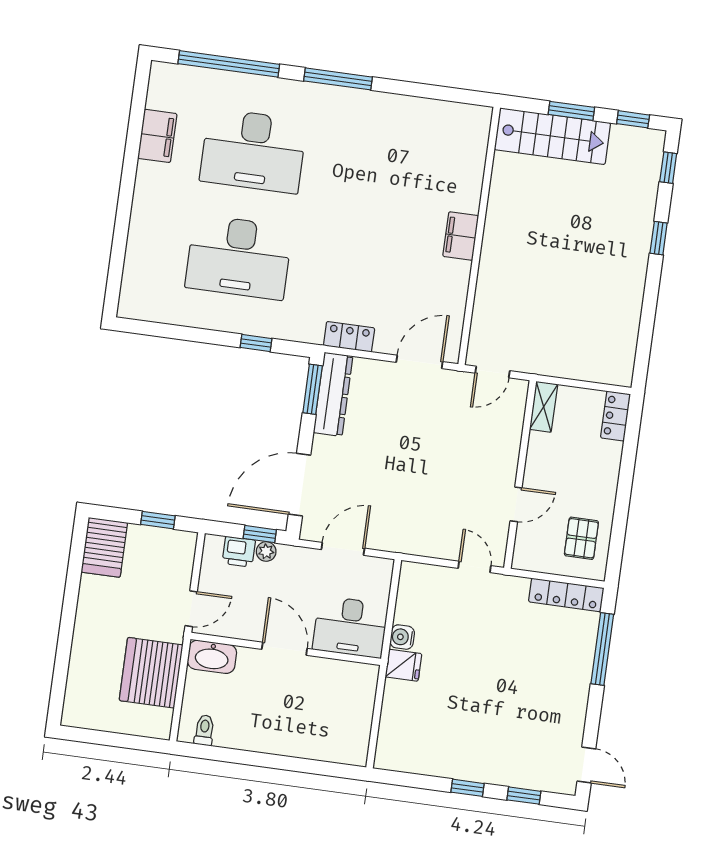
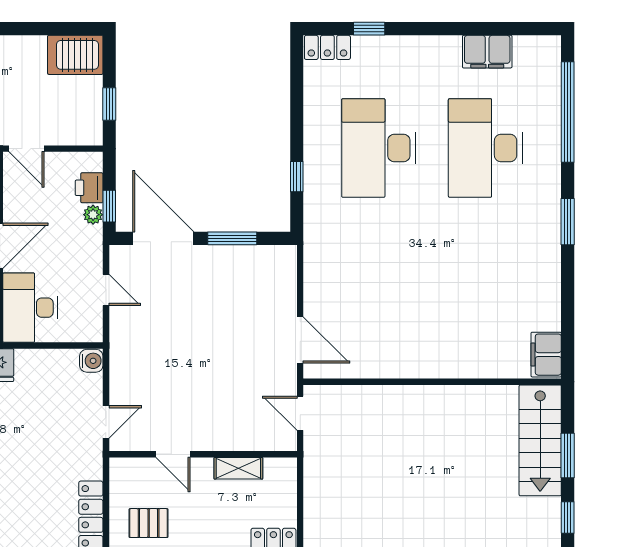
window: (338, 79) -> (568, 222), width x0.69
filing cabinet: (461, 236) -> (546, 355), moved, turned -90
window: (118, 251) -> (369, 29), added
locker: (349, 337) -> (327, 47), moved, turned 90
window: (313, 389) -> (232, 238), moved
dresser: (333, 394) -> (257, 259), removed
shelving: (544, 407) -> (238, 468), moved
door: (343, 549) -> (106, 290), width x0.73
water cooler: (402, 637) -> (91, 361), moved, turned 90

